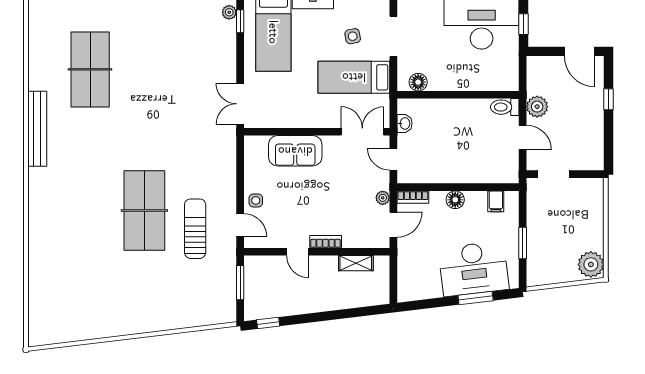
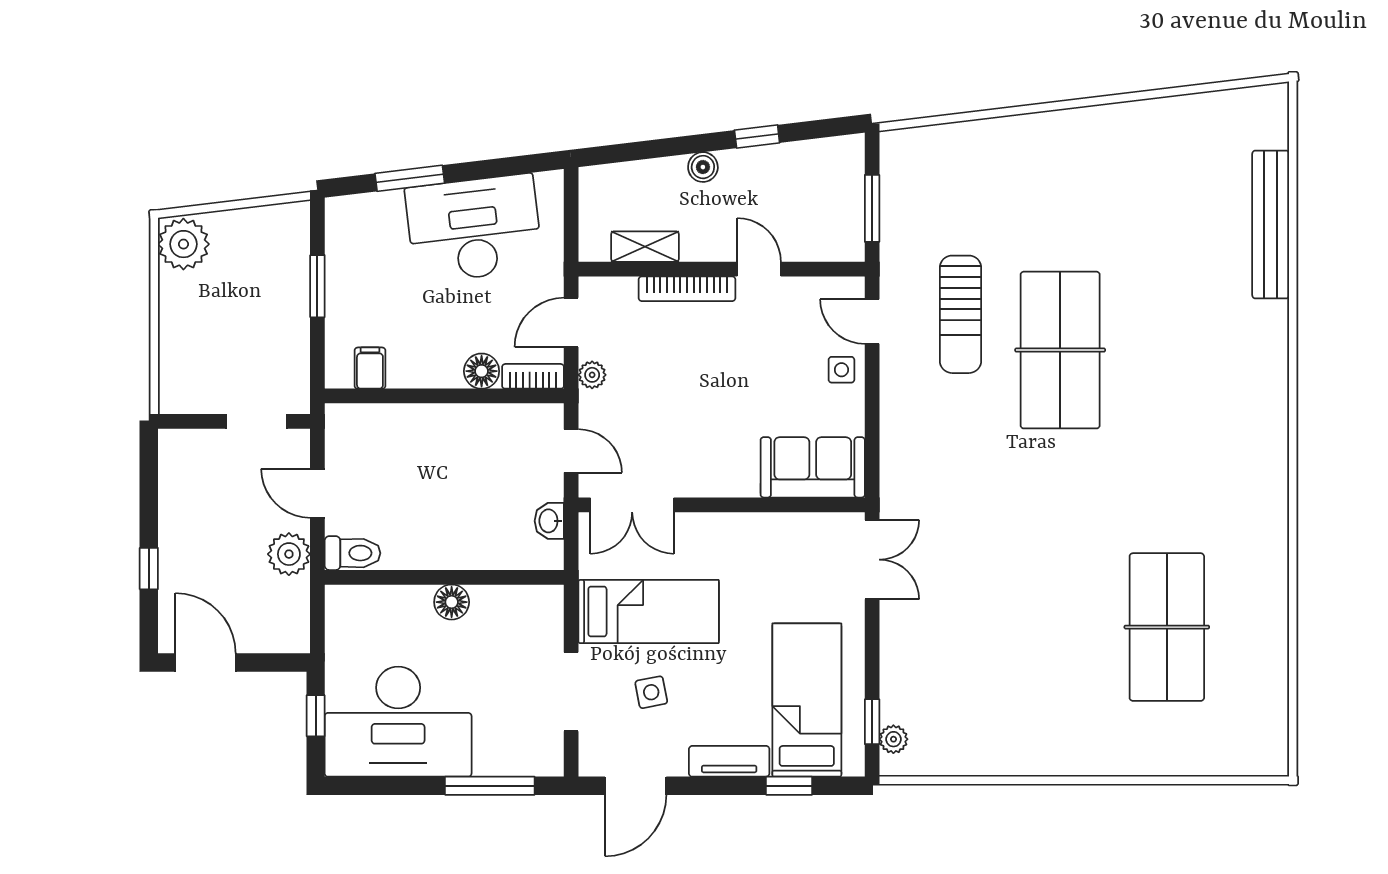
floor lamp: (418, 82) -> (452, 602), moved
bench: (37, 129) -> (1271, 225), moved
sofa: (295, 151) -> (813, 467), moved
floor lamp: (455, 200) -> (482, 371), moved
bookcase: (326, 242) -> (687, 289), width x1.56
desk: (474, 269) -> (474, 229), moved
boiler: (326, 304) -> (703, 167), added
window: (268, 323) -> (757, 136), moved

